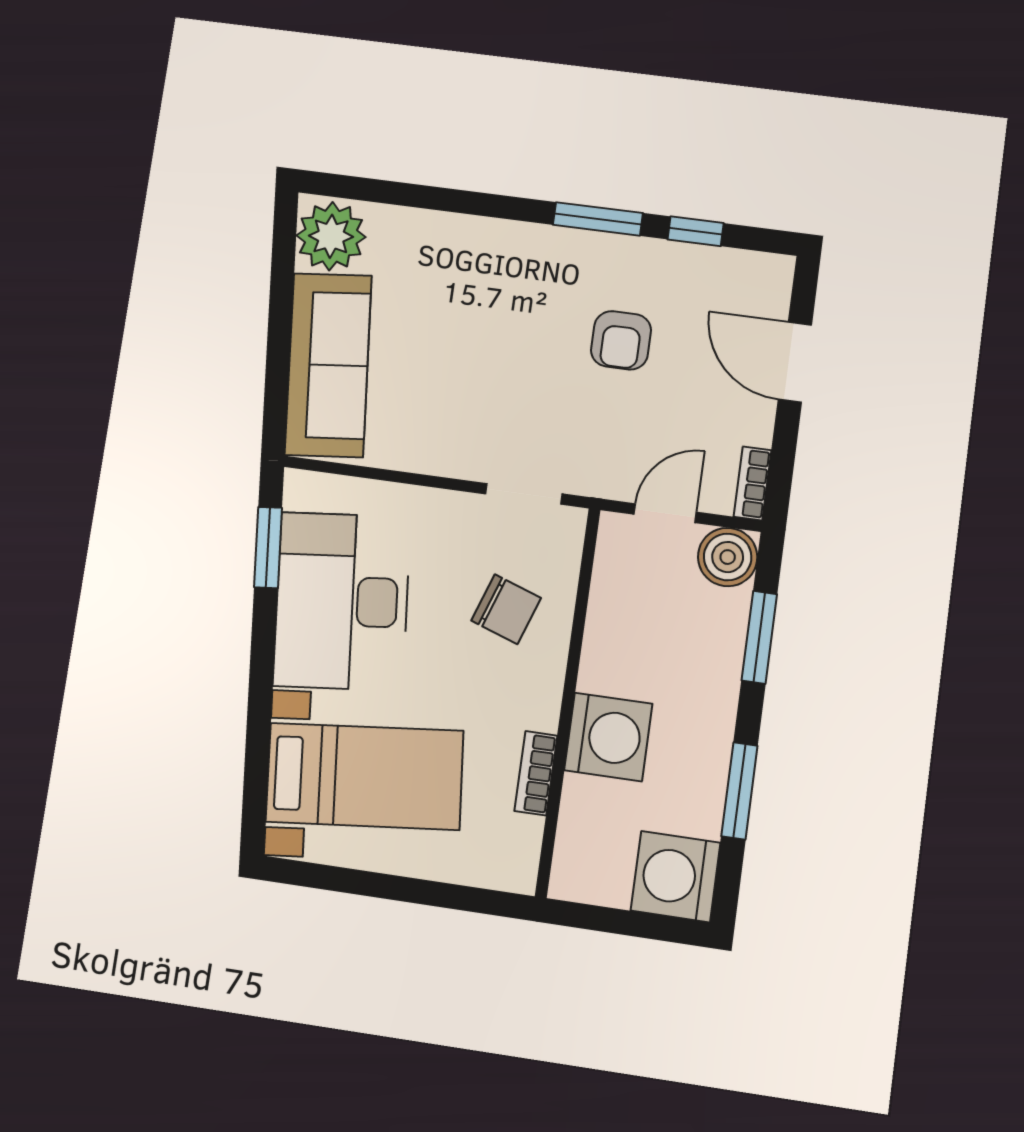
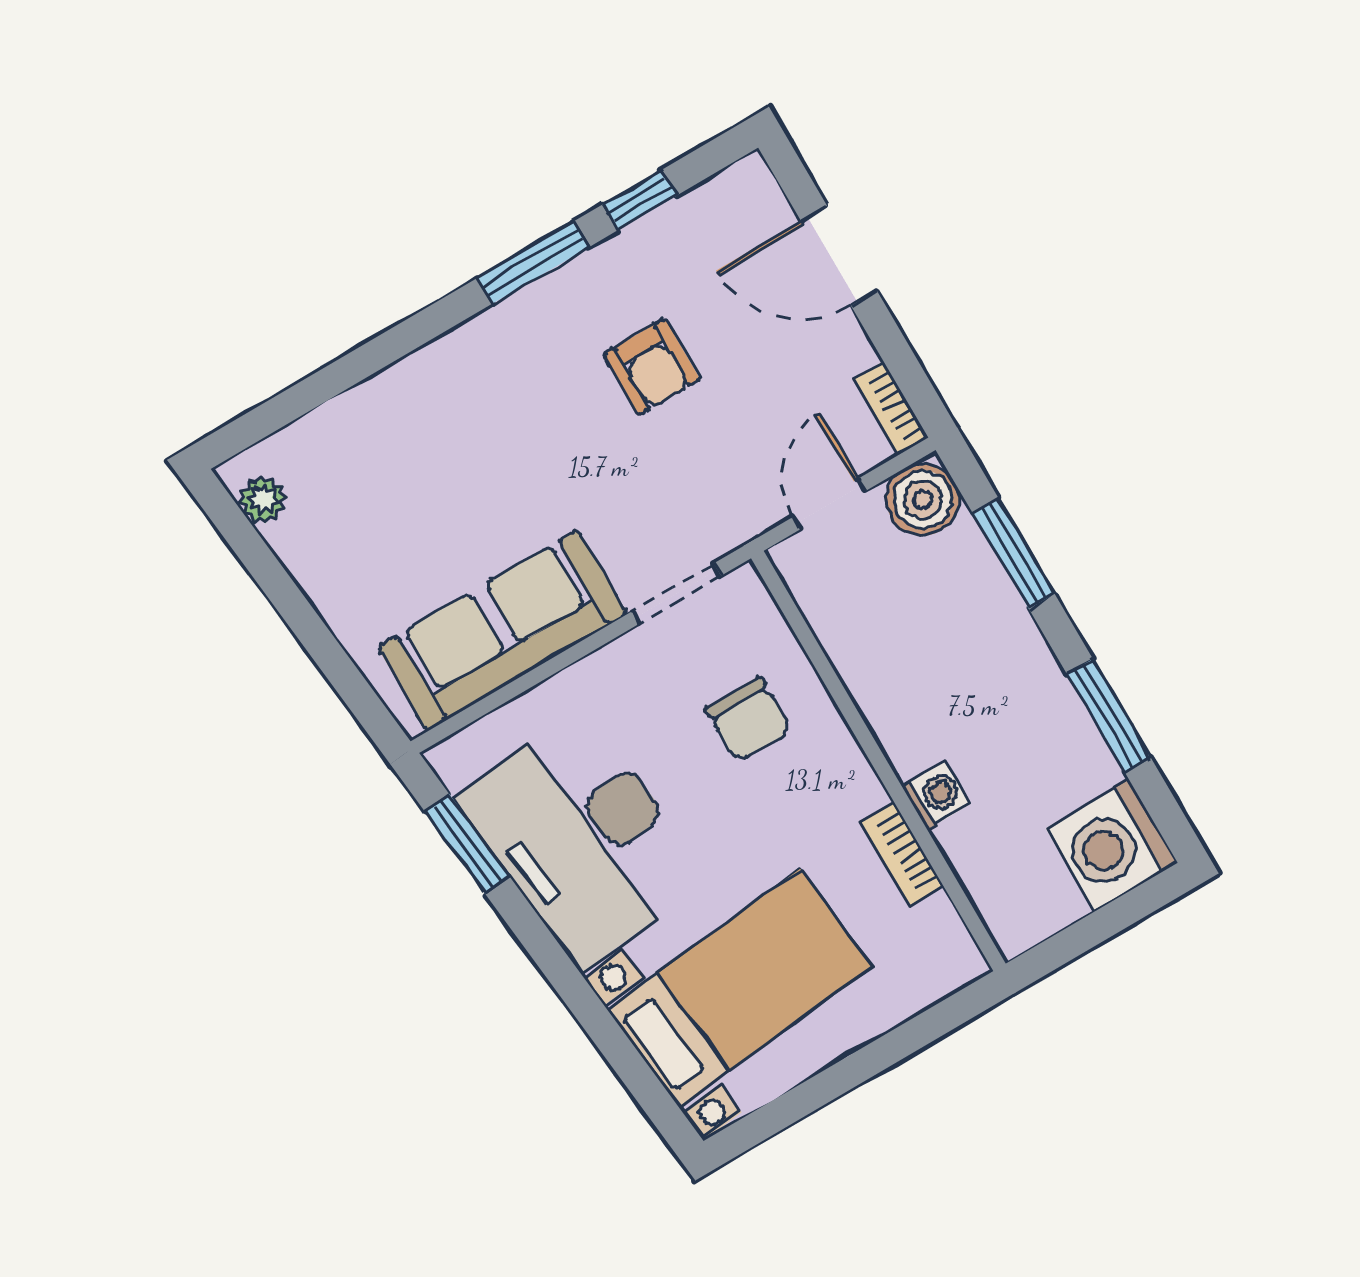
plant: (331, 236) -> (263, 500), width x0.53, depth x0.53
sofa: (328, 365) -> (502, 630), moved, turned -84
chair: (506, 609) -> (748, 720), turned 71
washing machine: (608, 737) -> (936, 795), width x0.53, depth x0.53

